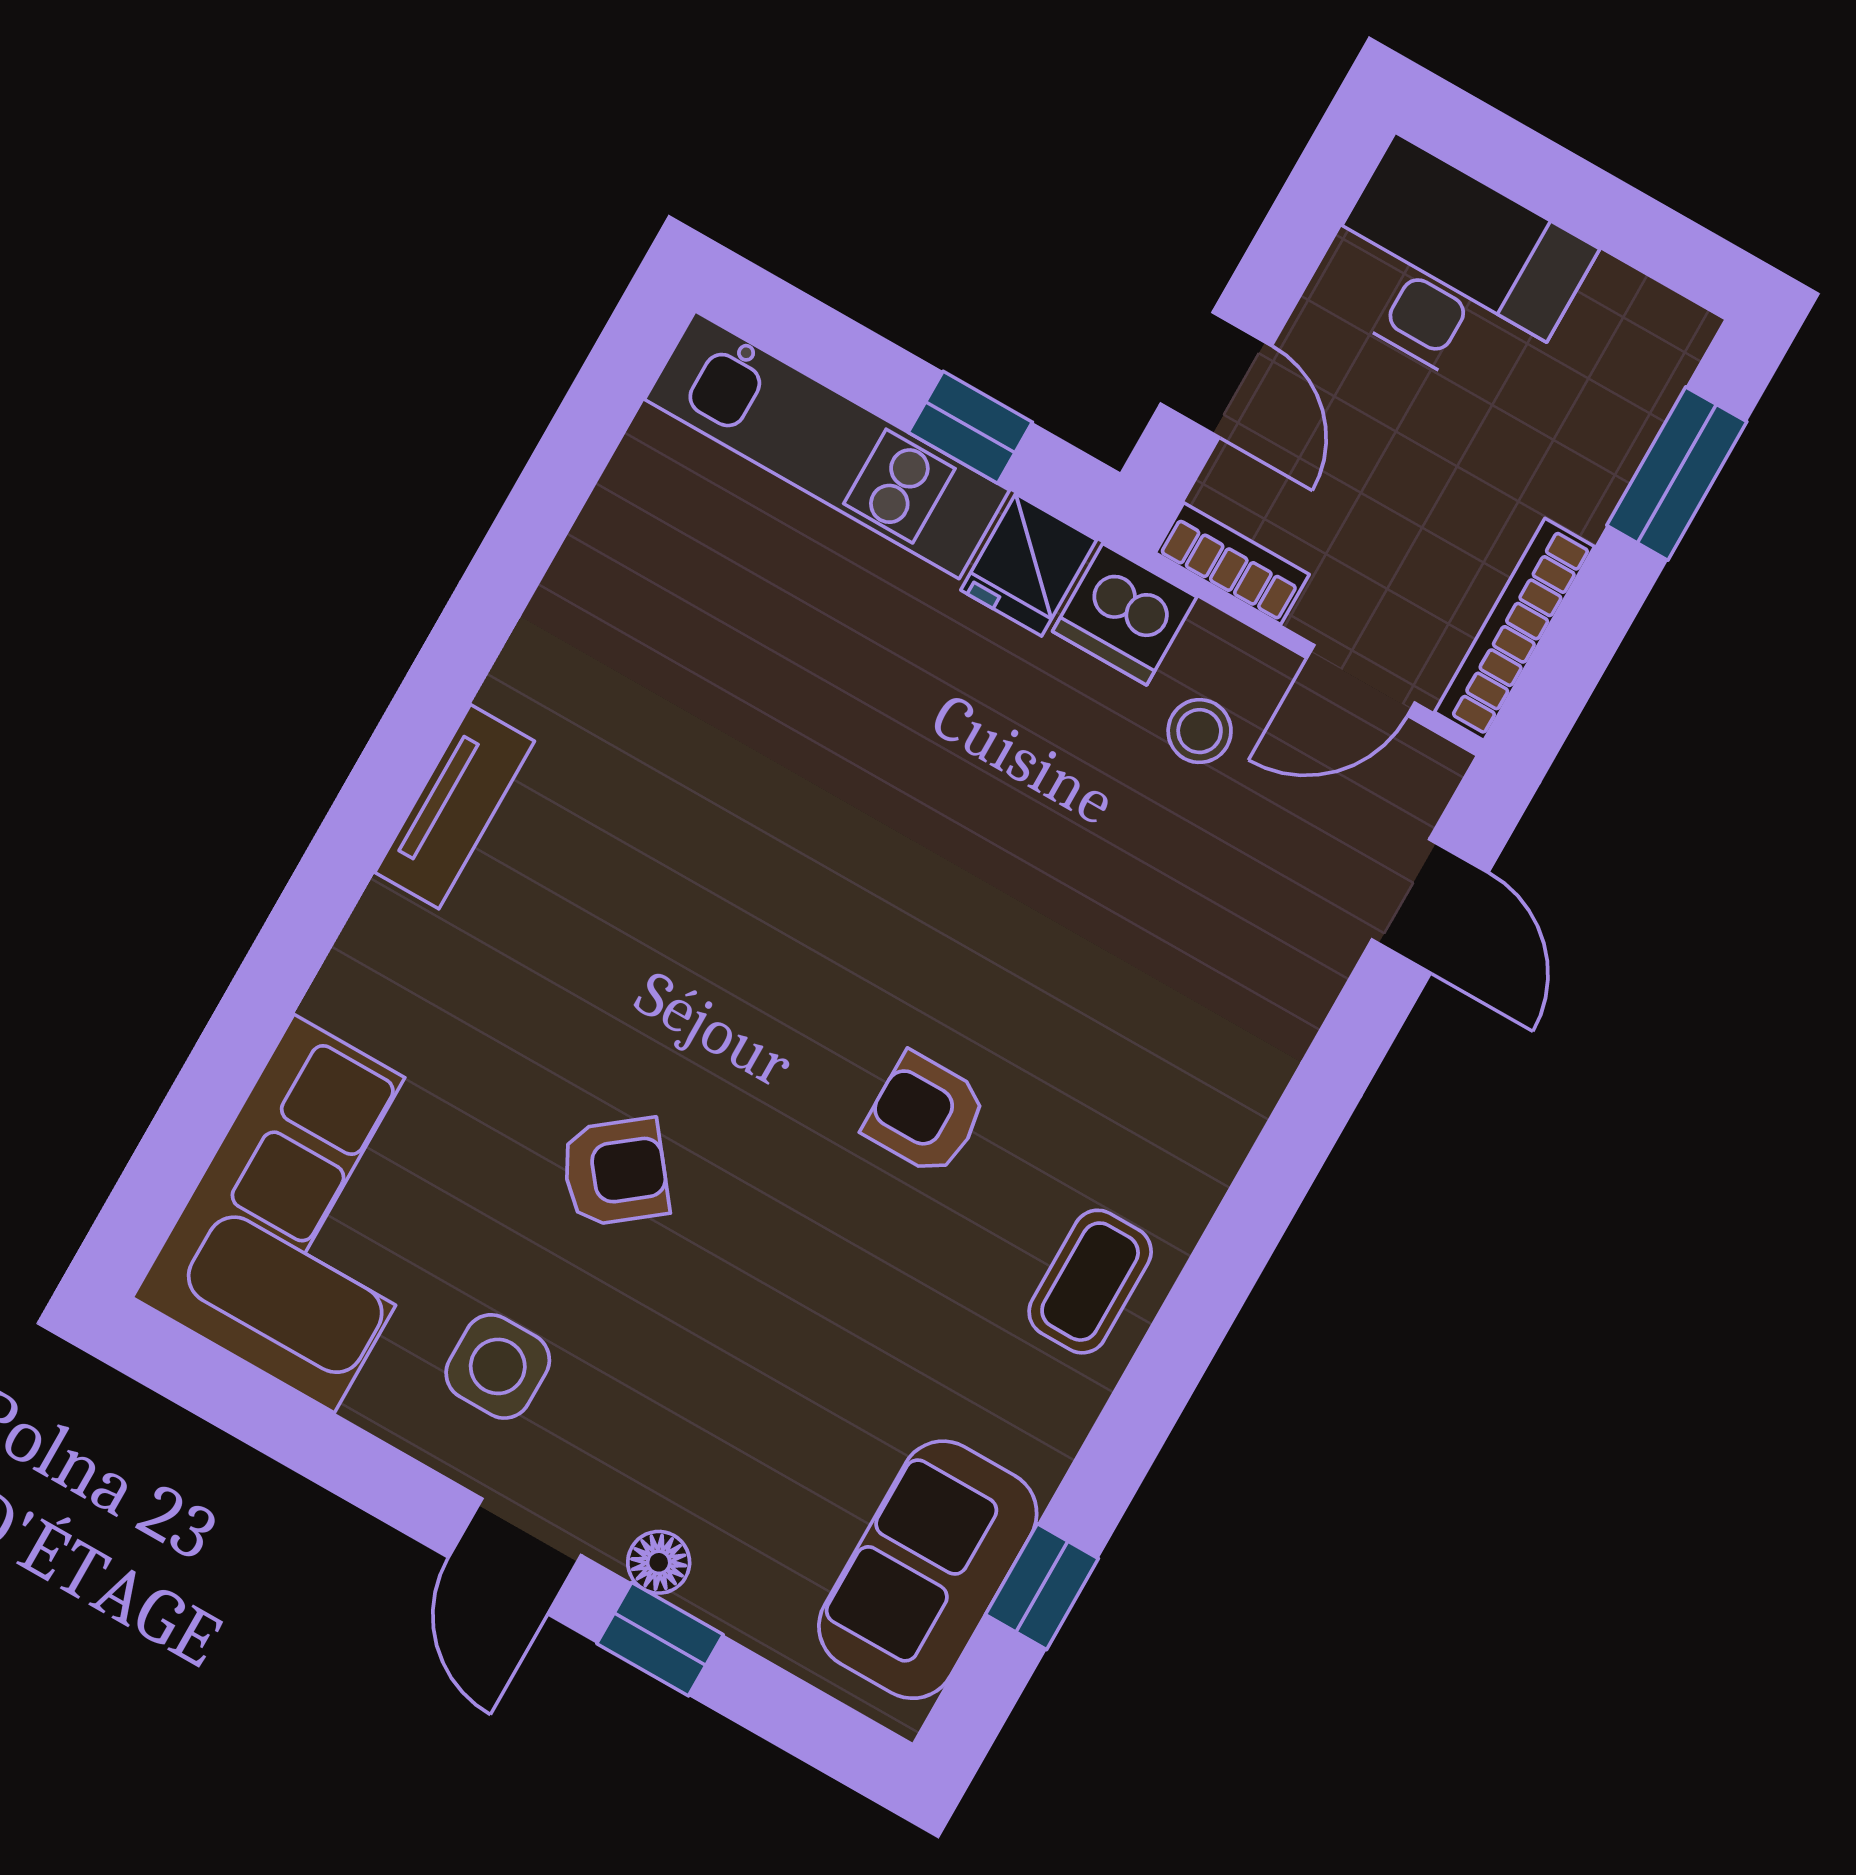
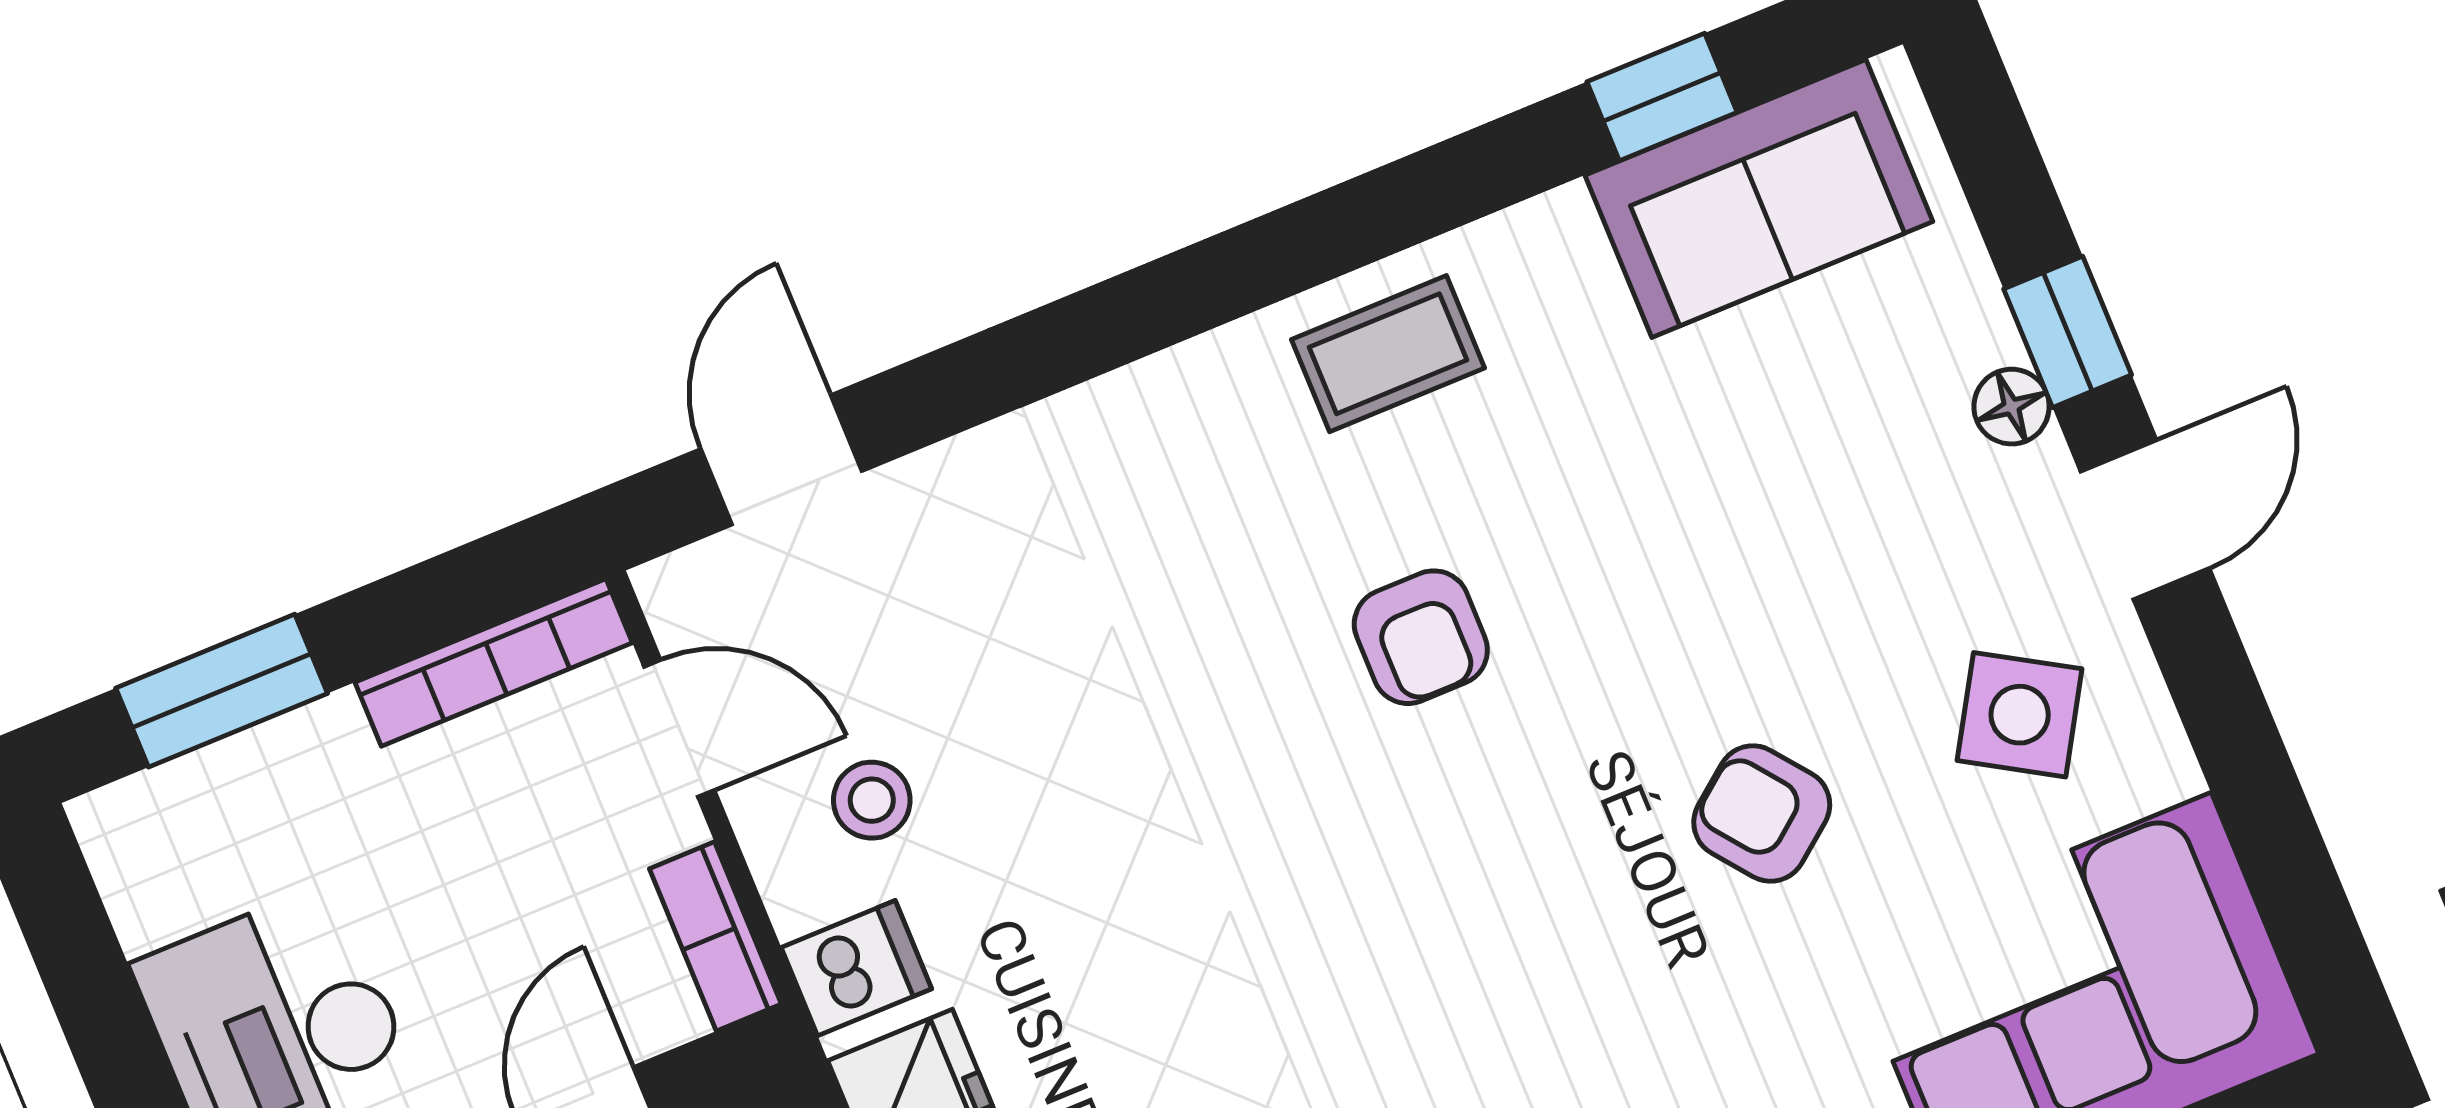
dishwasher: (1125, 614) -> (856, 968), width x0.73
side table: (498, 1366) -> (2020, 715), turned 31

